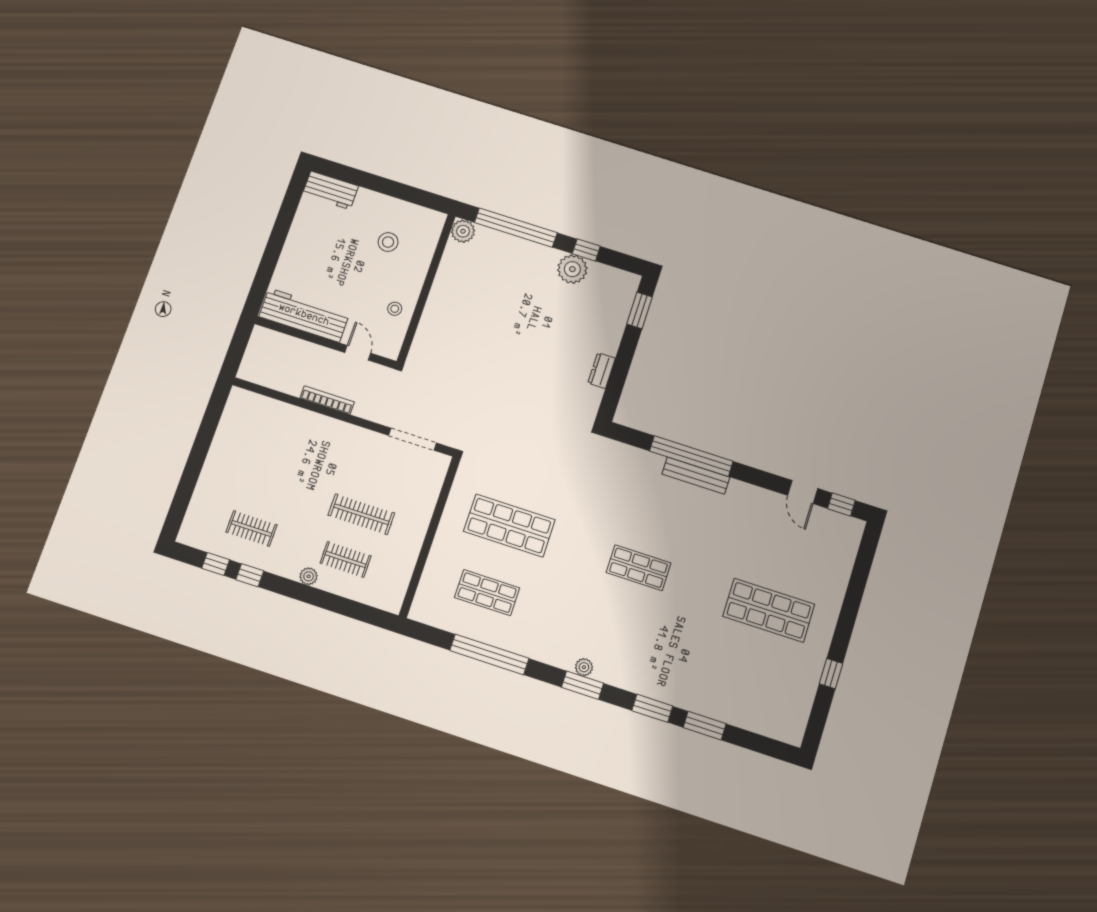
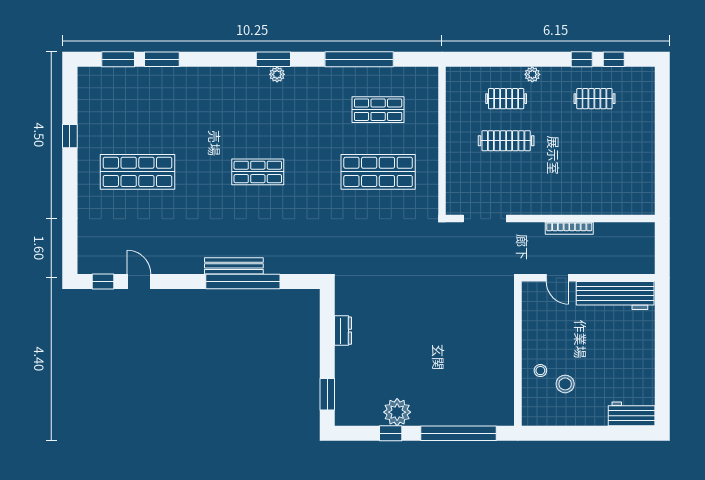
plant: (463, 231) -> (503, 415), removed
stool: (395, 309) -> (540, 371), moved
window: (652, 708) -> (118, 59), moved

